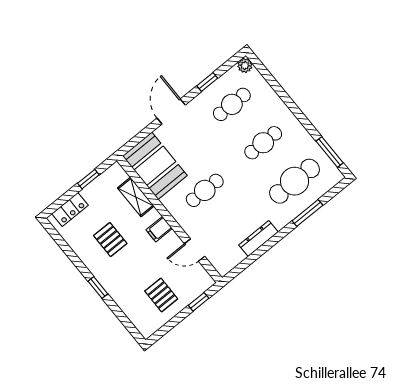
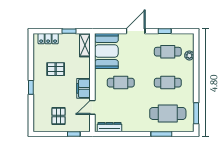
plant: (245, 66) -> (189, 55), moved
shelving: (136, 197) -> (85, 45), moved
filing cabinet: (159, 229) -> (83, 88), width x2.00
dresser: (258, 239) -> (109, 127), moved
pallet: (110, 240) -> (56, 69), turned 90
door: (195, 250) -> (92, 107), hinge flipped

